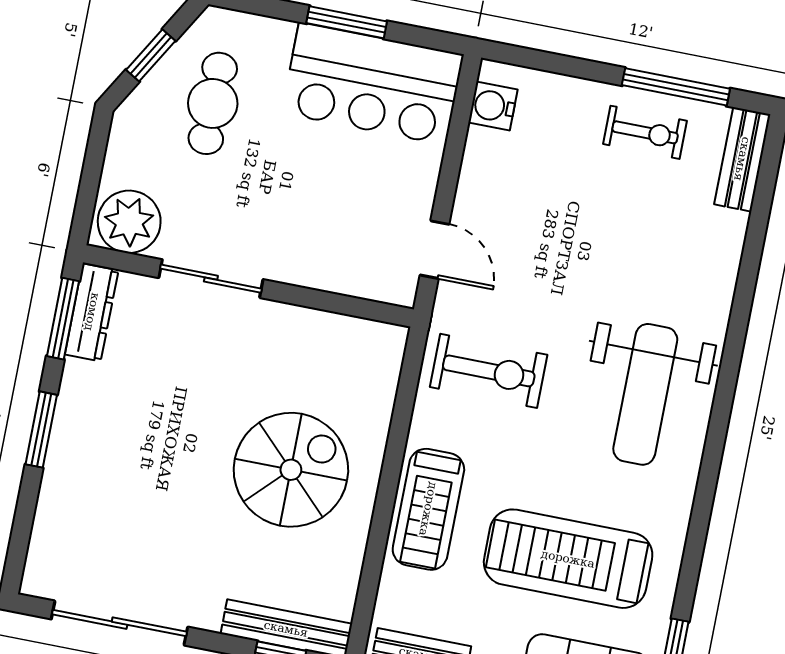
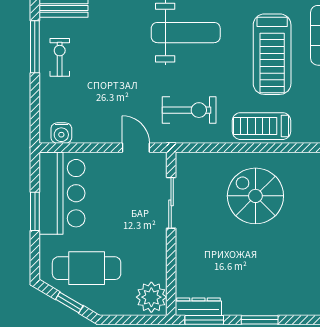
cafe table: (213, 103) -> (87, 268), width x1.37, depth x1.35
door: (435, 250) -> (136, 148), hinge flipped
sliding door: (211, 279) -> (171, 203), moved
exercise bike: (489, 371) -> (189, 110), turned 90
treadmill: (428, 509) -> (262, 126), turned 180

